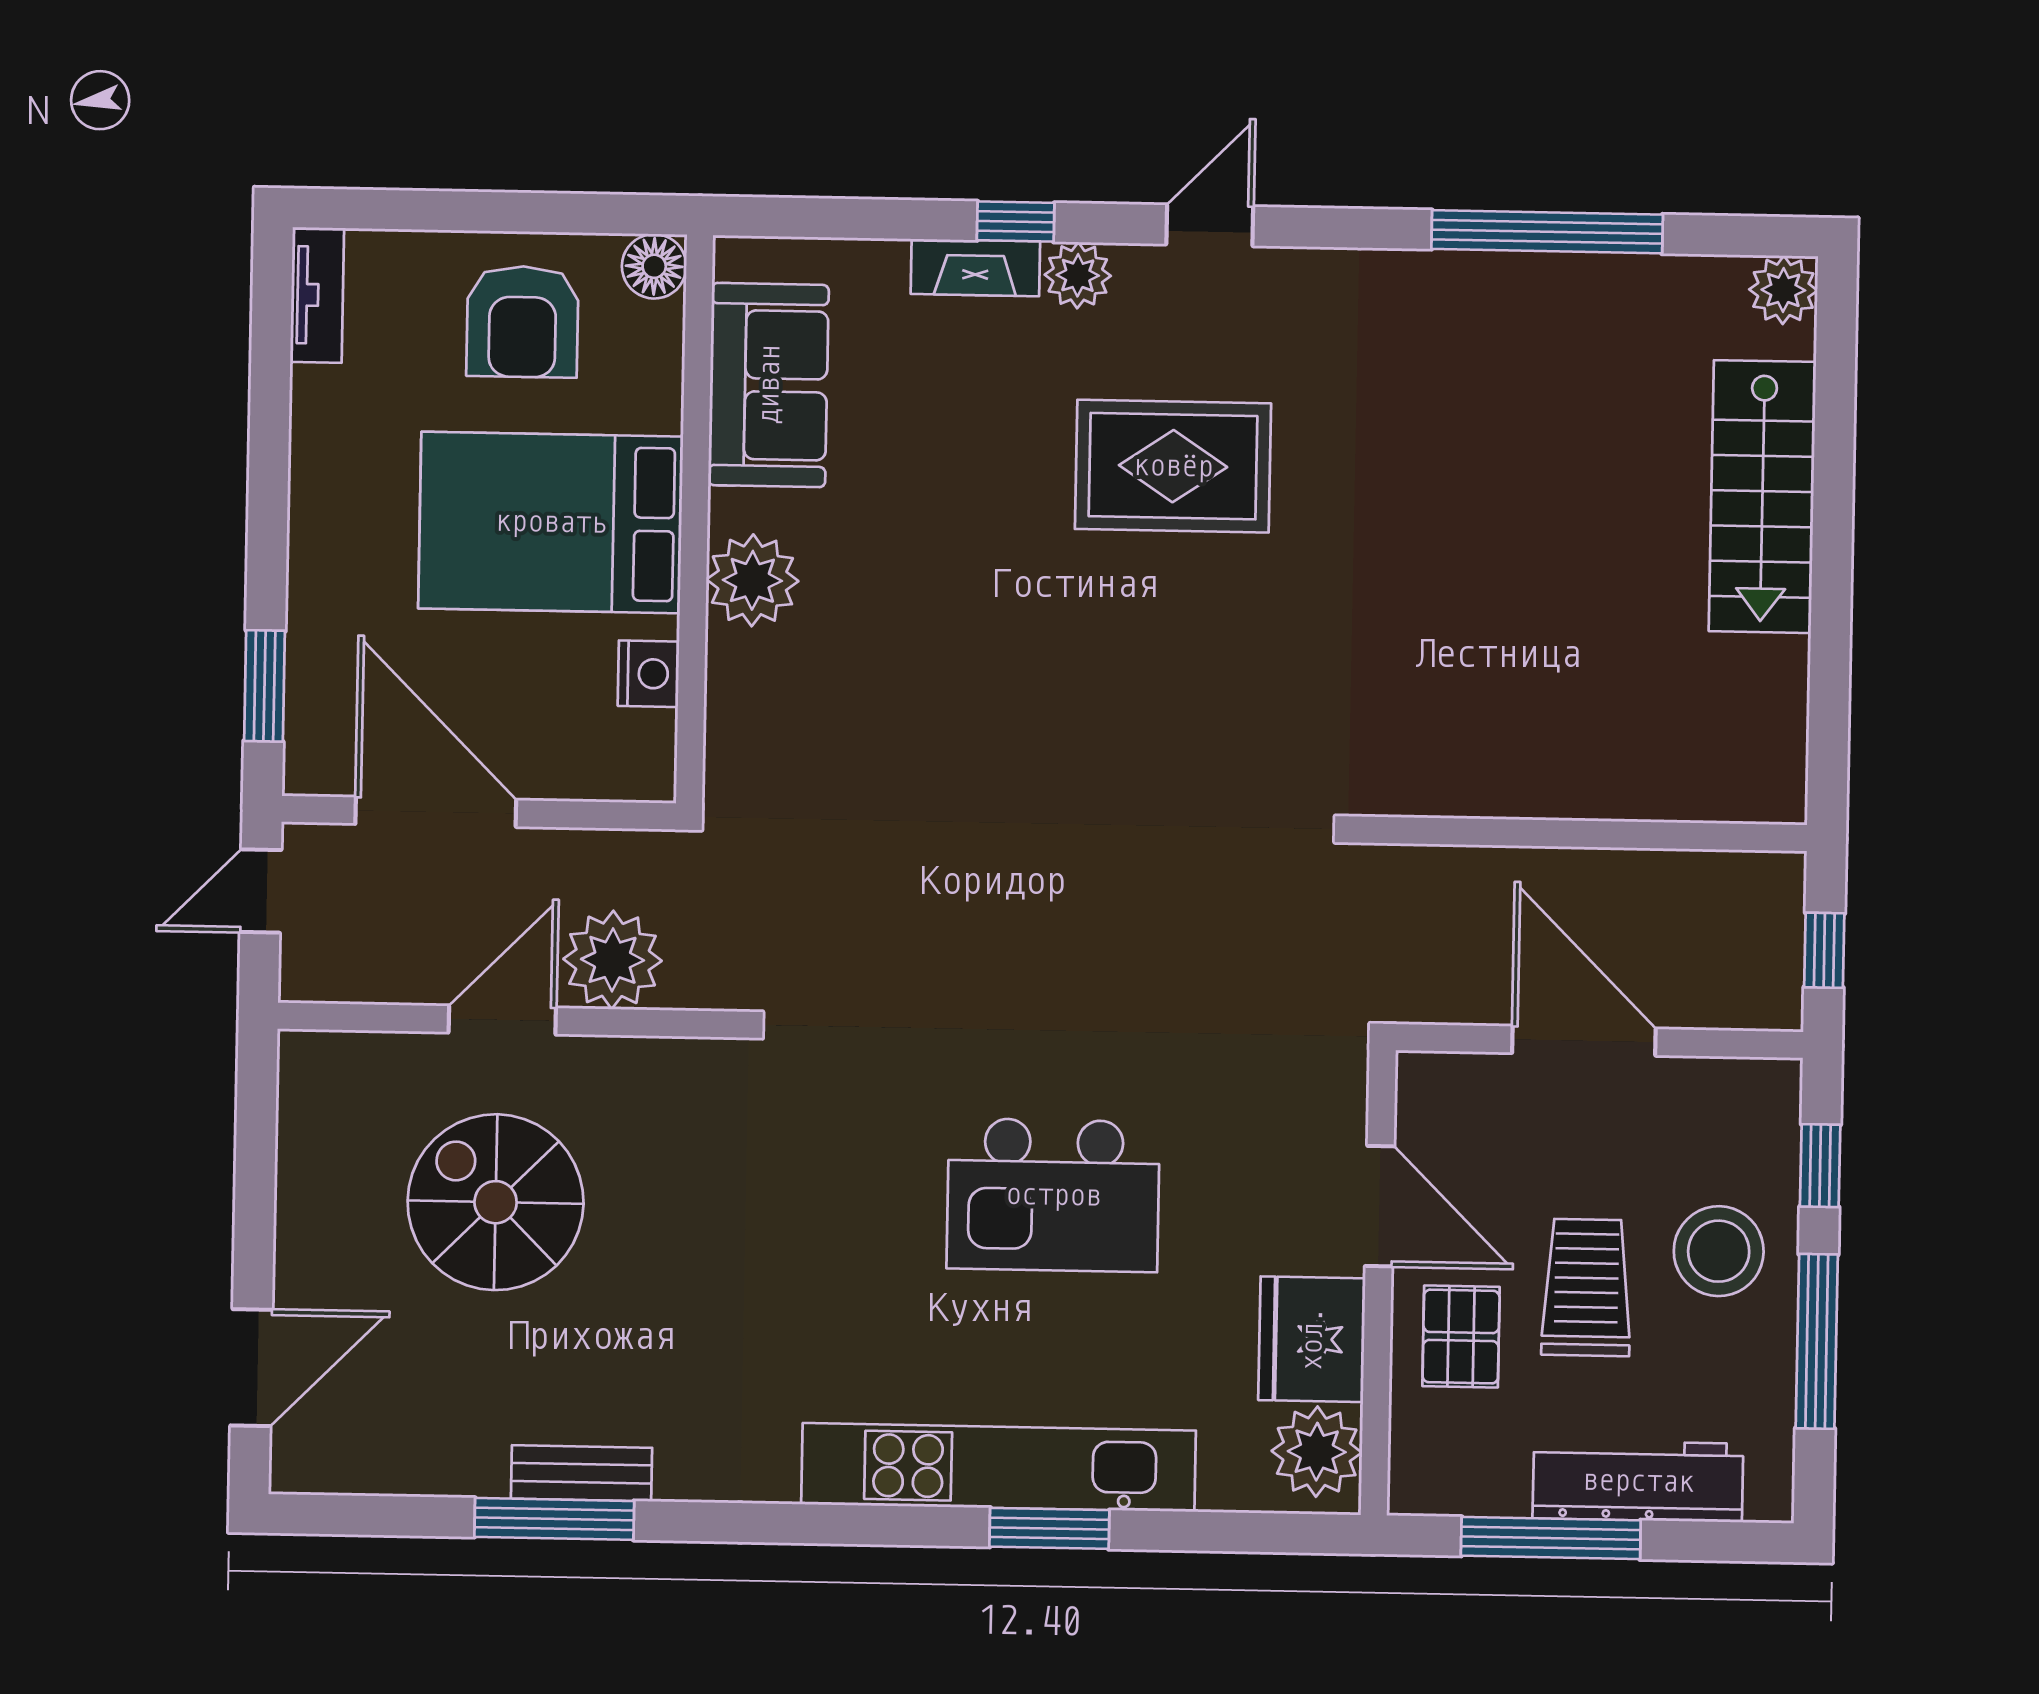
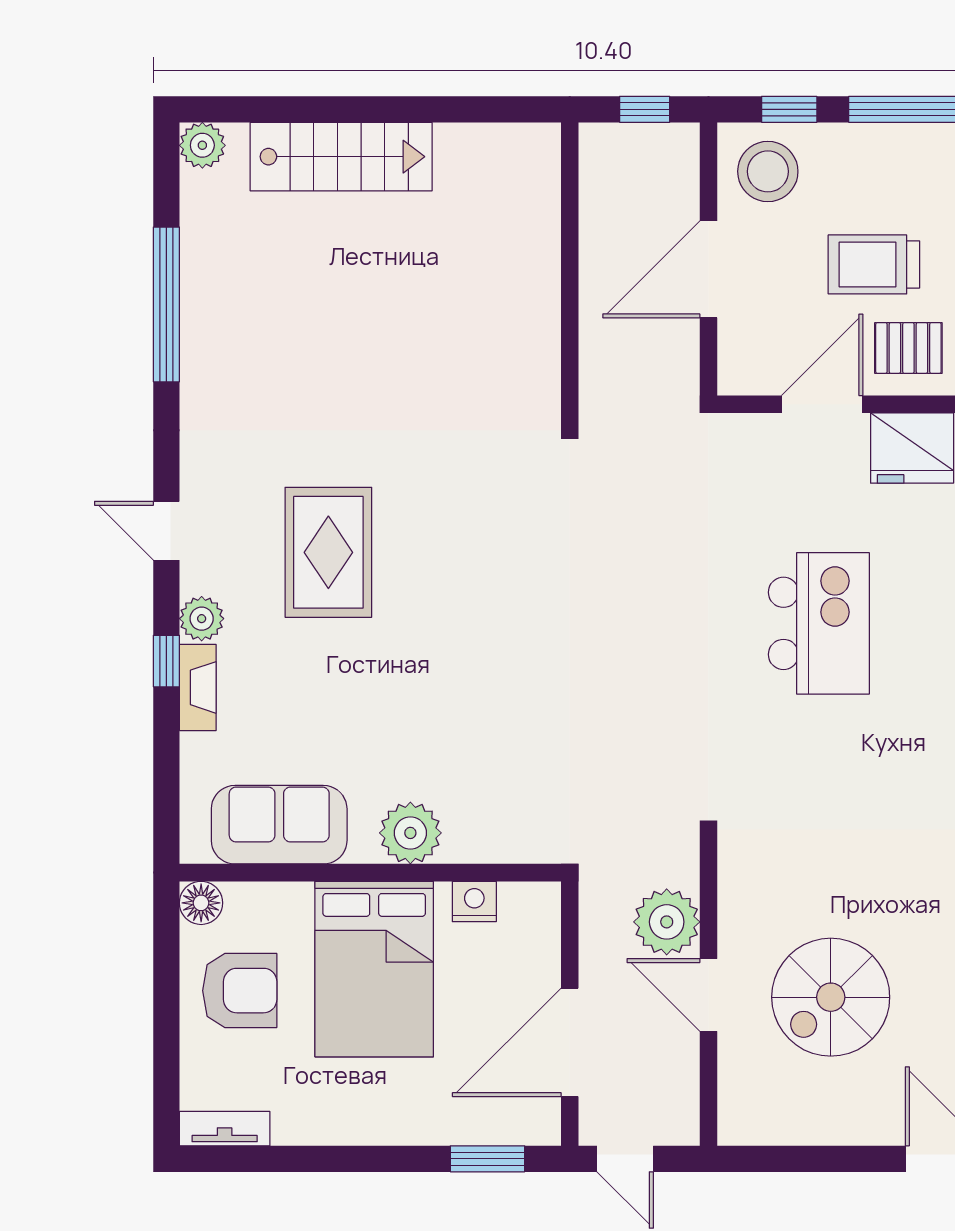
stool: (1719, 1251) -> (768, 171), moved

